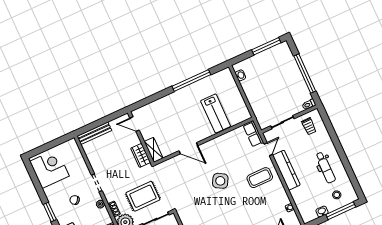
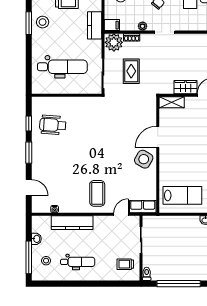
lab bench: (216, 113) -> (182, 195), moved, turned 180
door: (268, 149) -> (121, 214), swing flipped
wardrobe: (141, 155) -> (186, 87), moved
dental chair: (325, 168) -> (78, 262), turned 180
kitchen counter: (286, 170) -> (72, 223), moved
side table: (220, 181) -> (144, 159), moved
rug: (143, 196) -> (131, 71), width x0.73, depth x0.70

